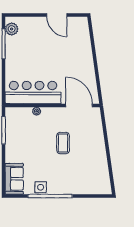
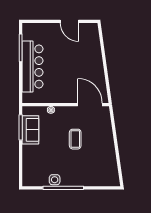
plant: (12, 29) -> (28, 34), removed
bar counter: (33, 93) -> (32, 66), moved, turned 90
sofa: (14, 179) -> (30, 130), moved

